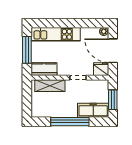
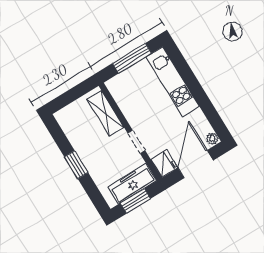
kitchen counter: (44, 69) -> (121, 94), removed
freezer: (93, 110) -> (132, 184), moved, turned -90
window: (70, 122) -> (76, 165), width x0.47

